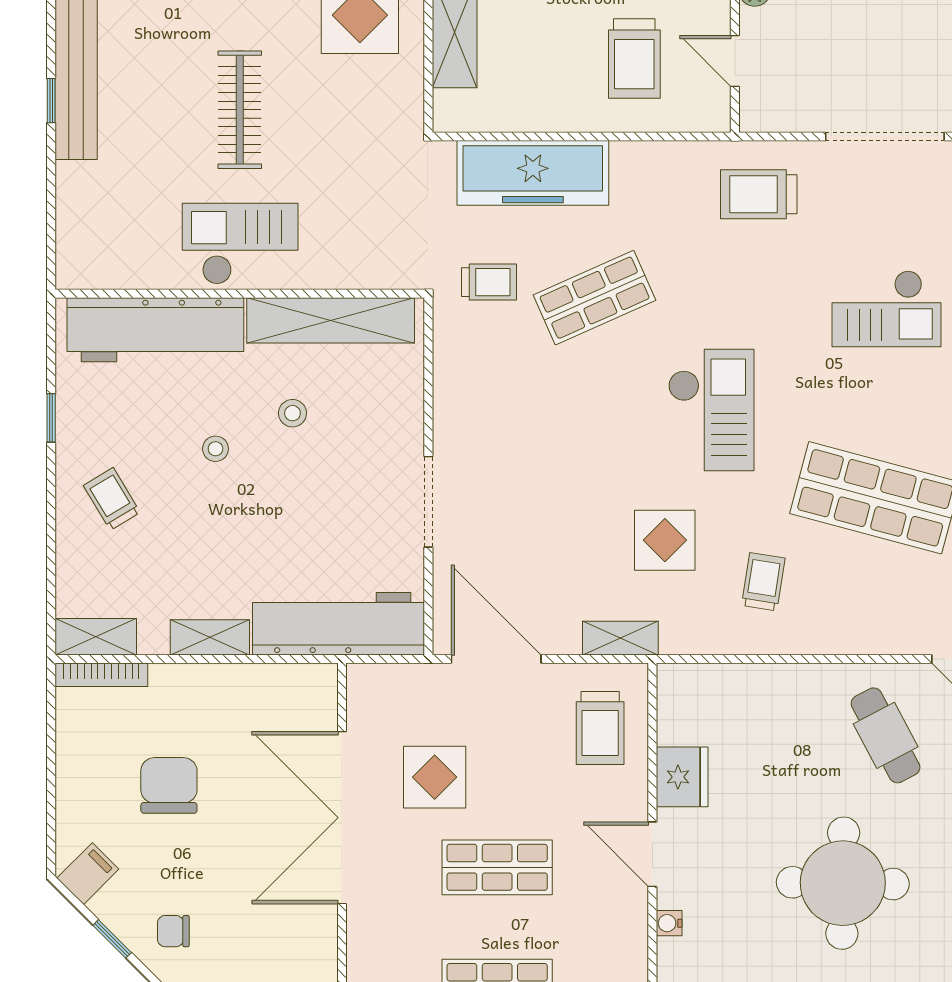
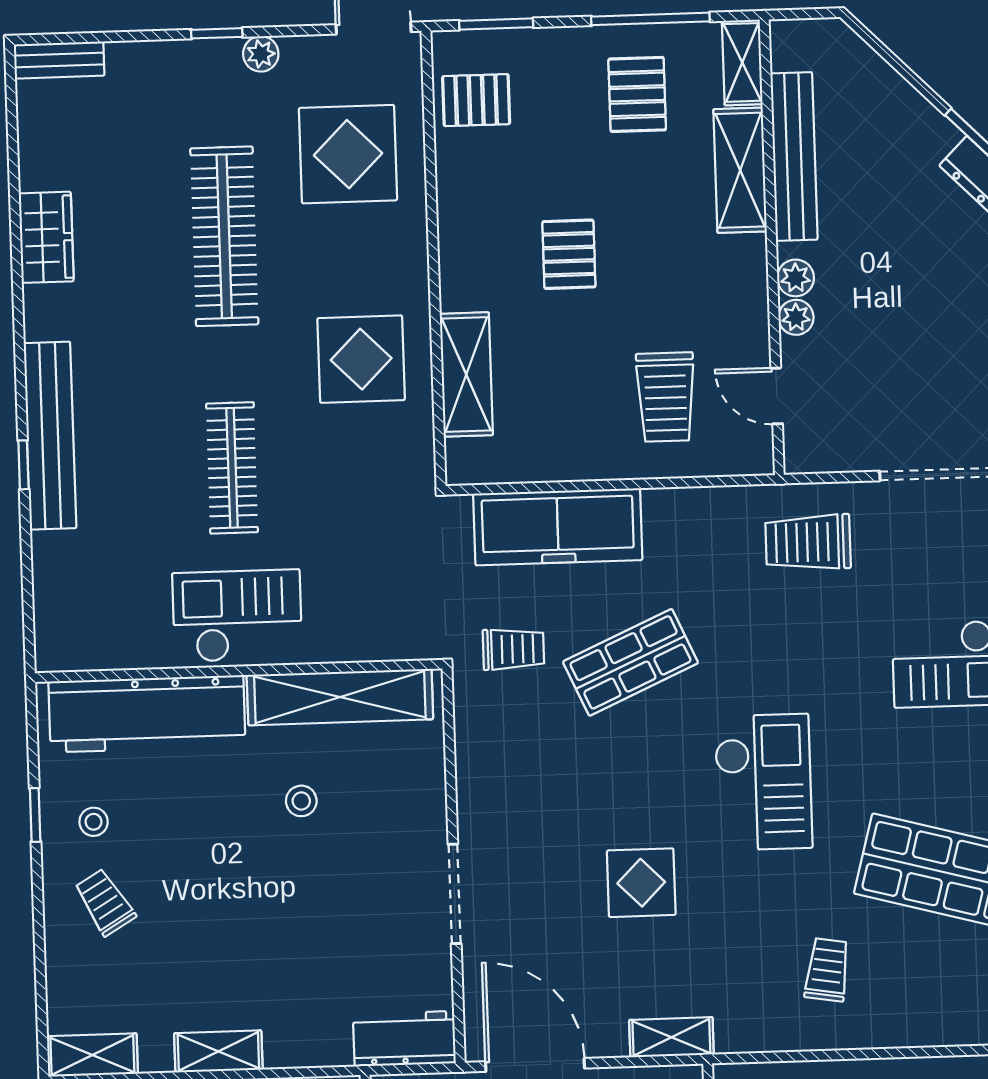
stool: (215, 449) -> (94, 822), moved
display table: (665, 540) -> (641, 883), moved
workbench: (338, 624) -> (404, 1039), width x0.53, depth x0.76

